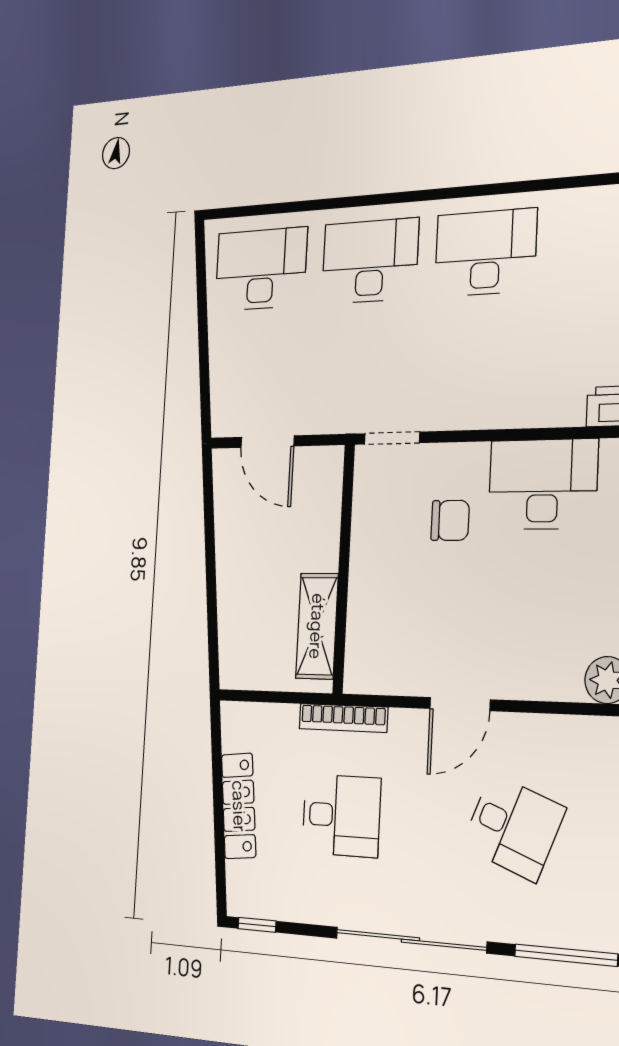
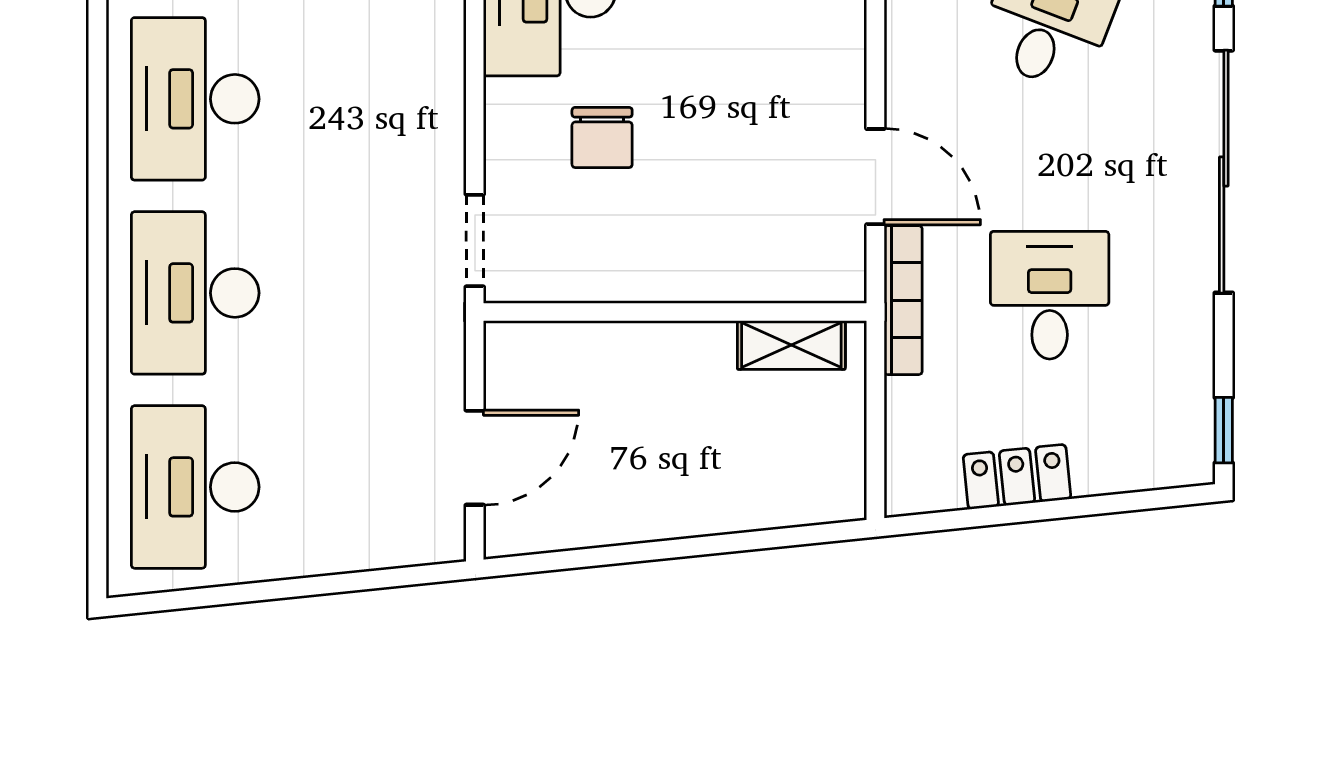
chair: (450, 520) -> (602, 138), turned 180
shelving: (317, 626) -> (791, 345), width x0.67, depth x0.75
door: (460, 704) -> (875, 177), moved
locker: (239, 806) -> (1017, 477), width x0.66

